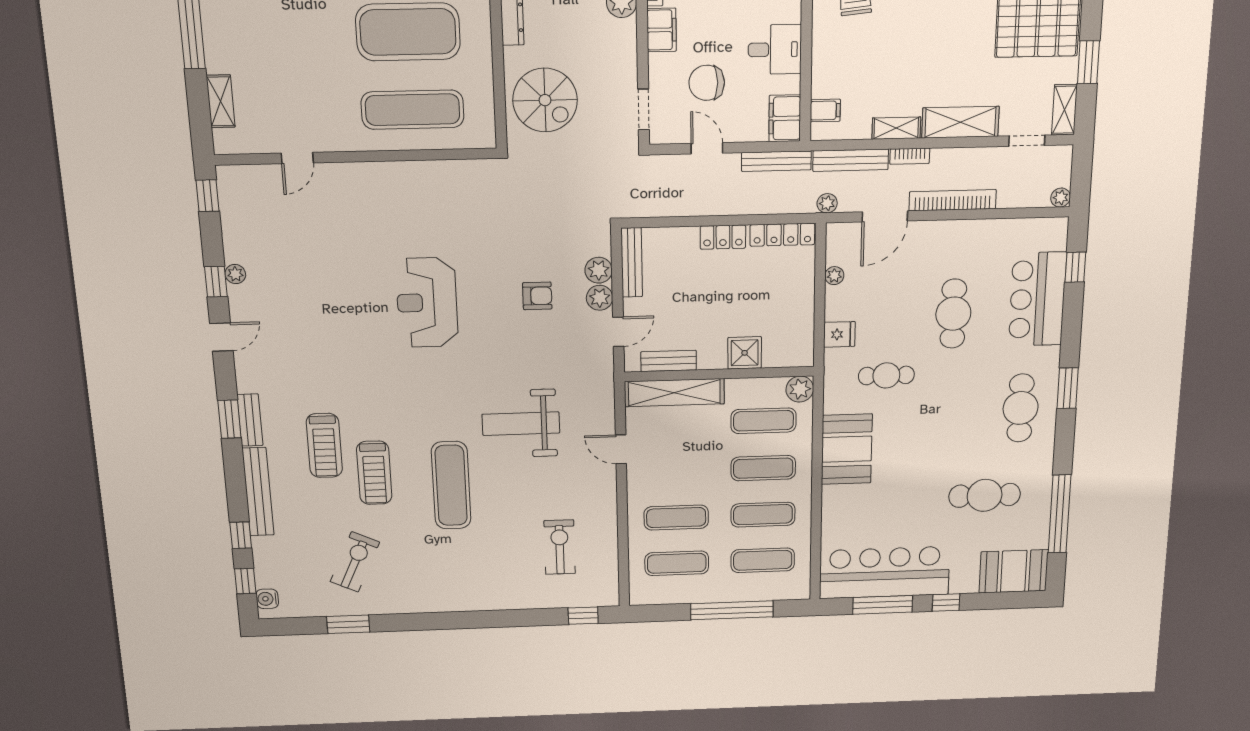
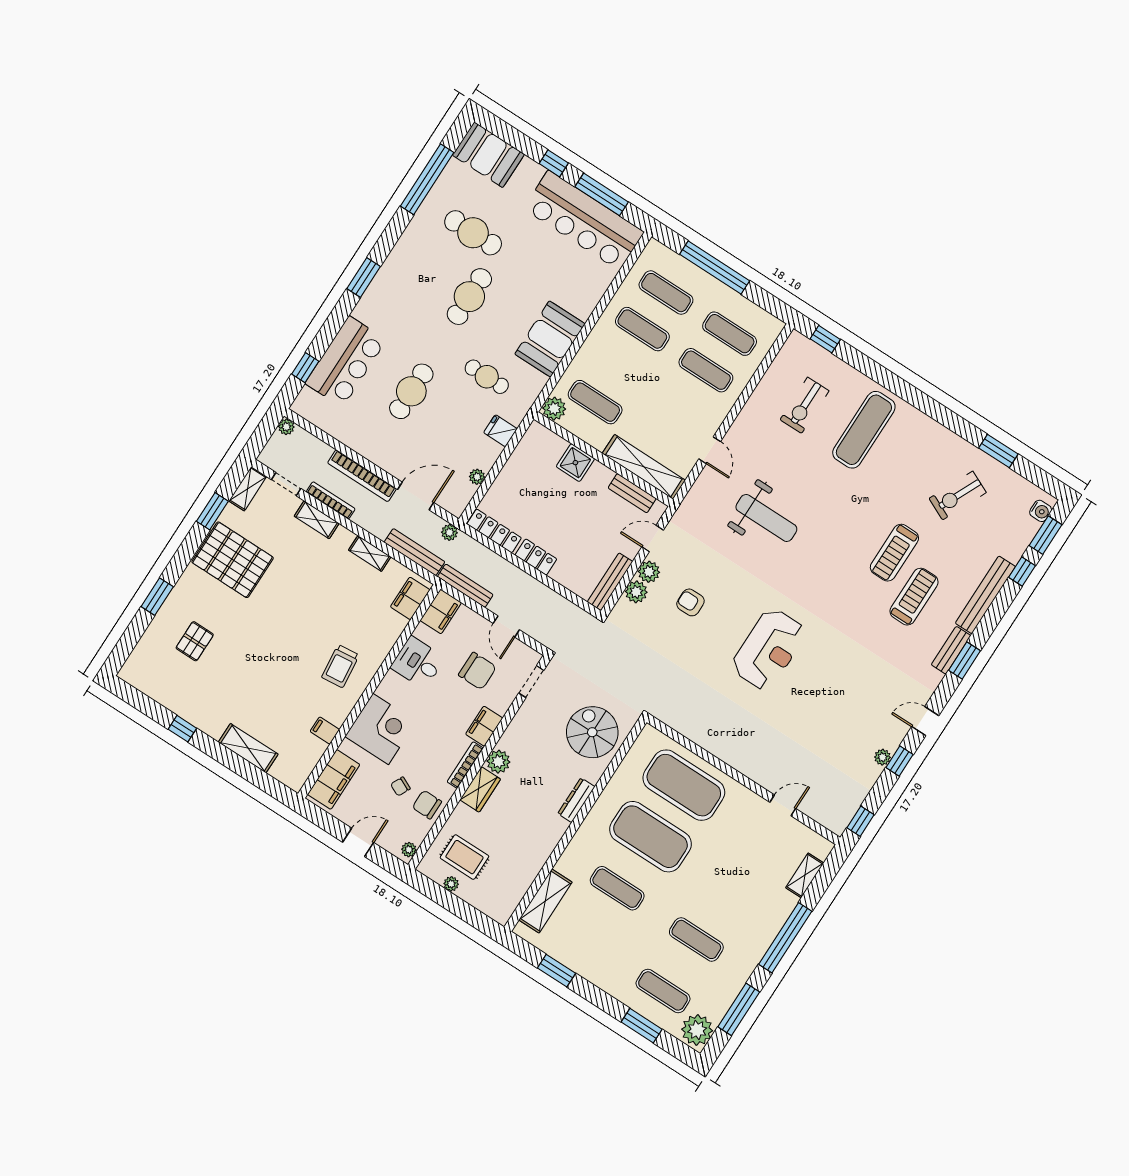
exercise mat: (413, 110) -> (684, 785), width x1.47
filing cabinet: (825, 110) -> (410, 598), width x2.00
shelving: (960, 122) -> (317, 520), width x0.67, depth x0.75
bookcase: (910, 156) -> (331, 500), moved, width x1.56
cafe table: (1021, 408) -> (469, 297), moved
exercise mat: (763, 468) -> (619, 366), removed
treadmill: (374, 473) -> (894, 553), turned 180
exercise mat: (451, 485) -> (864, 430), moved
window: (245, 581) -> (1046, 535), width x1.50

